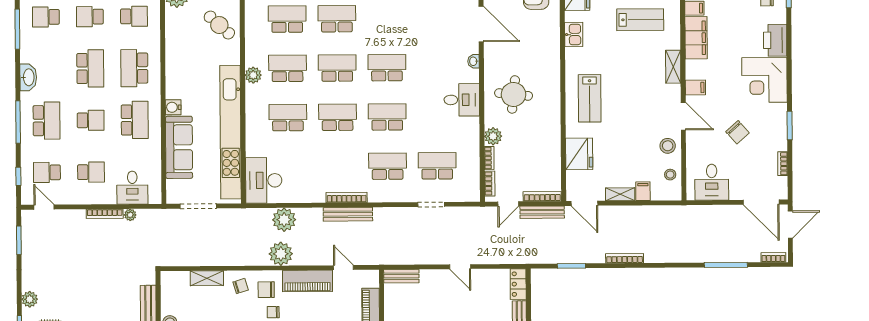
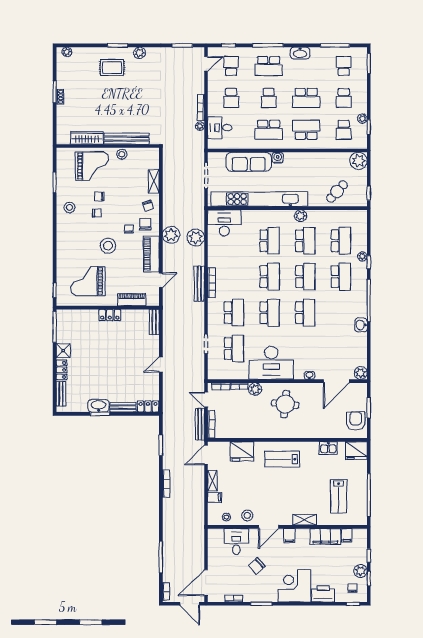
school desk: (90, 17) -> (344, 98), turned 180
desk: (462, 100) -> (271, 363), width x1.87, depth x1.30
desk: (712, 182) -> (236, 542), moved, turned 90

